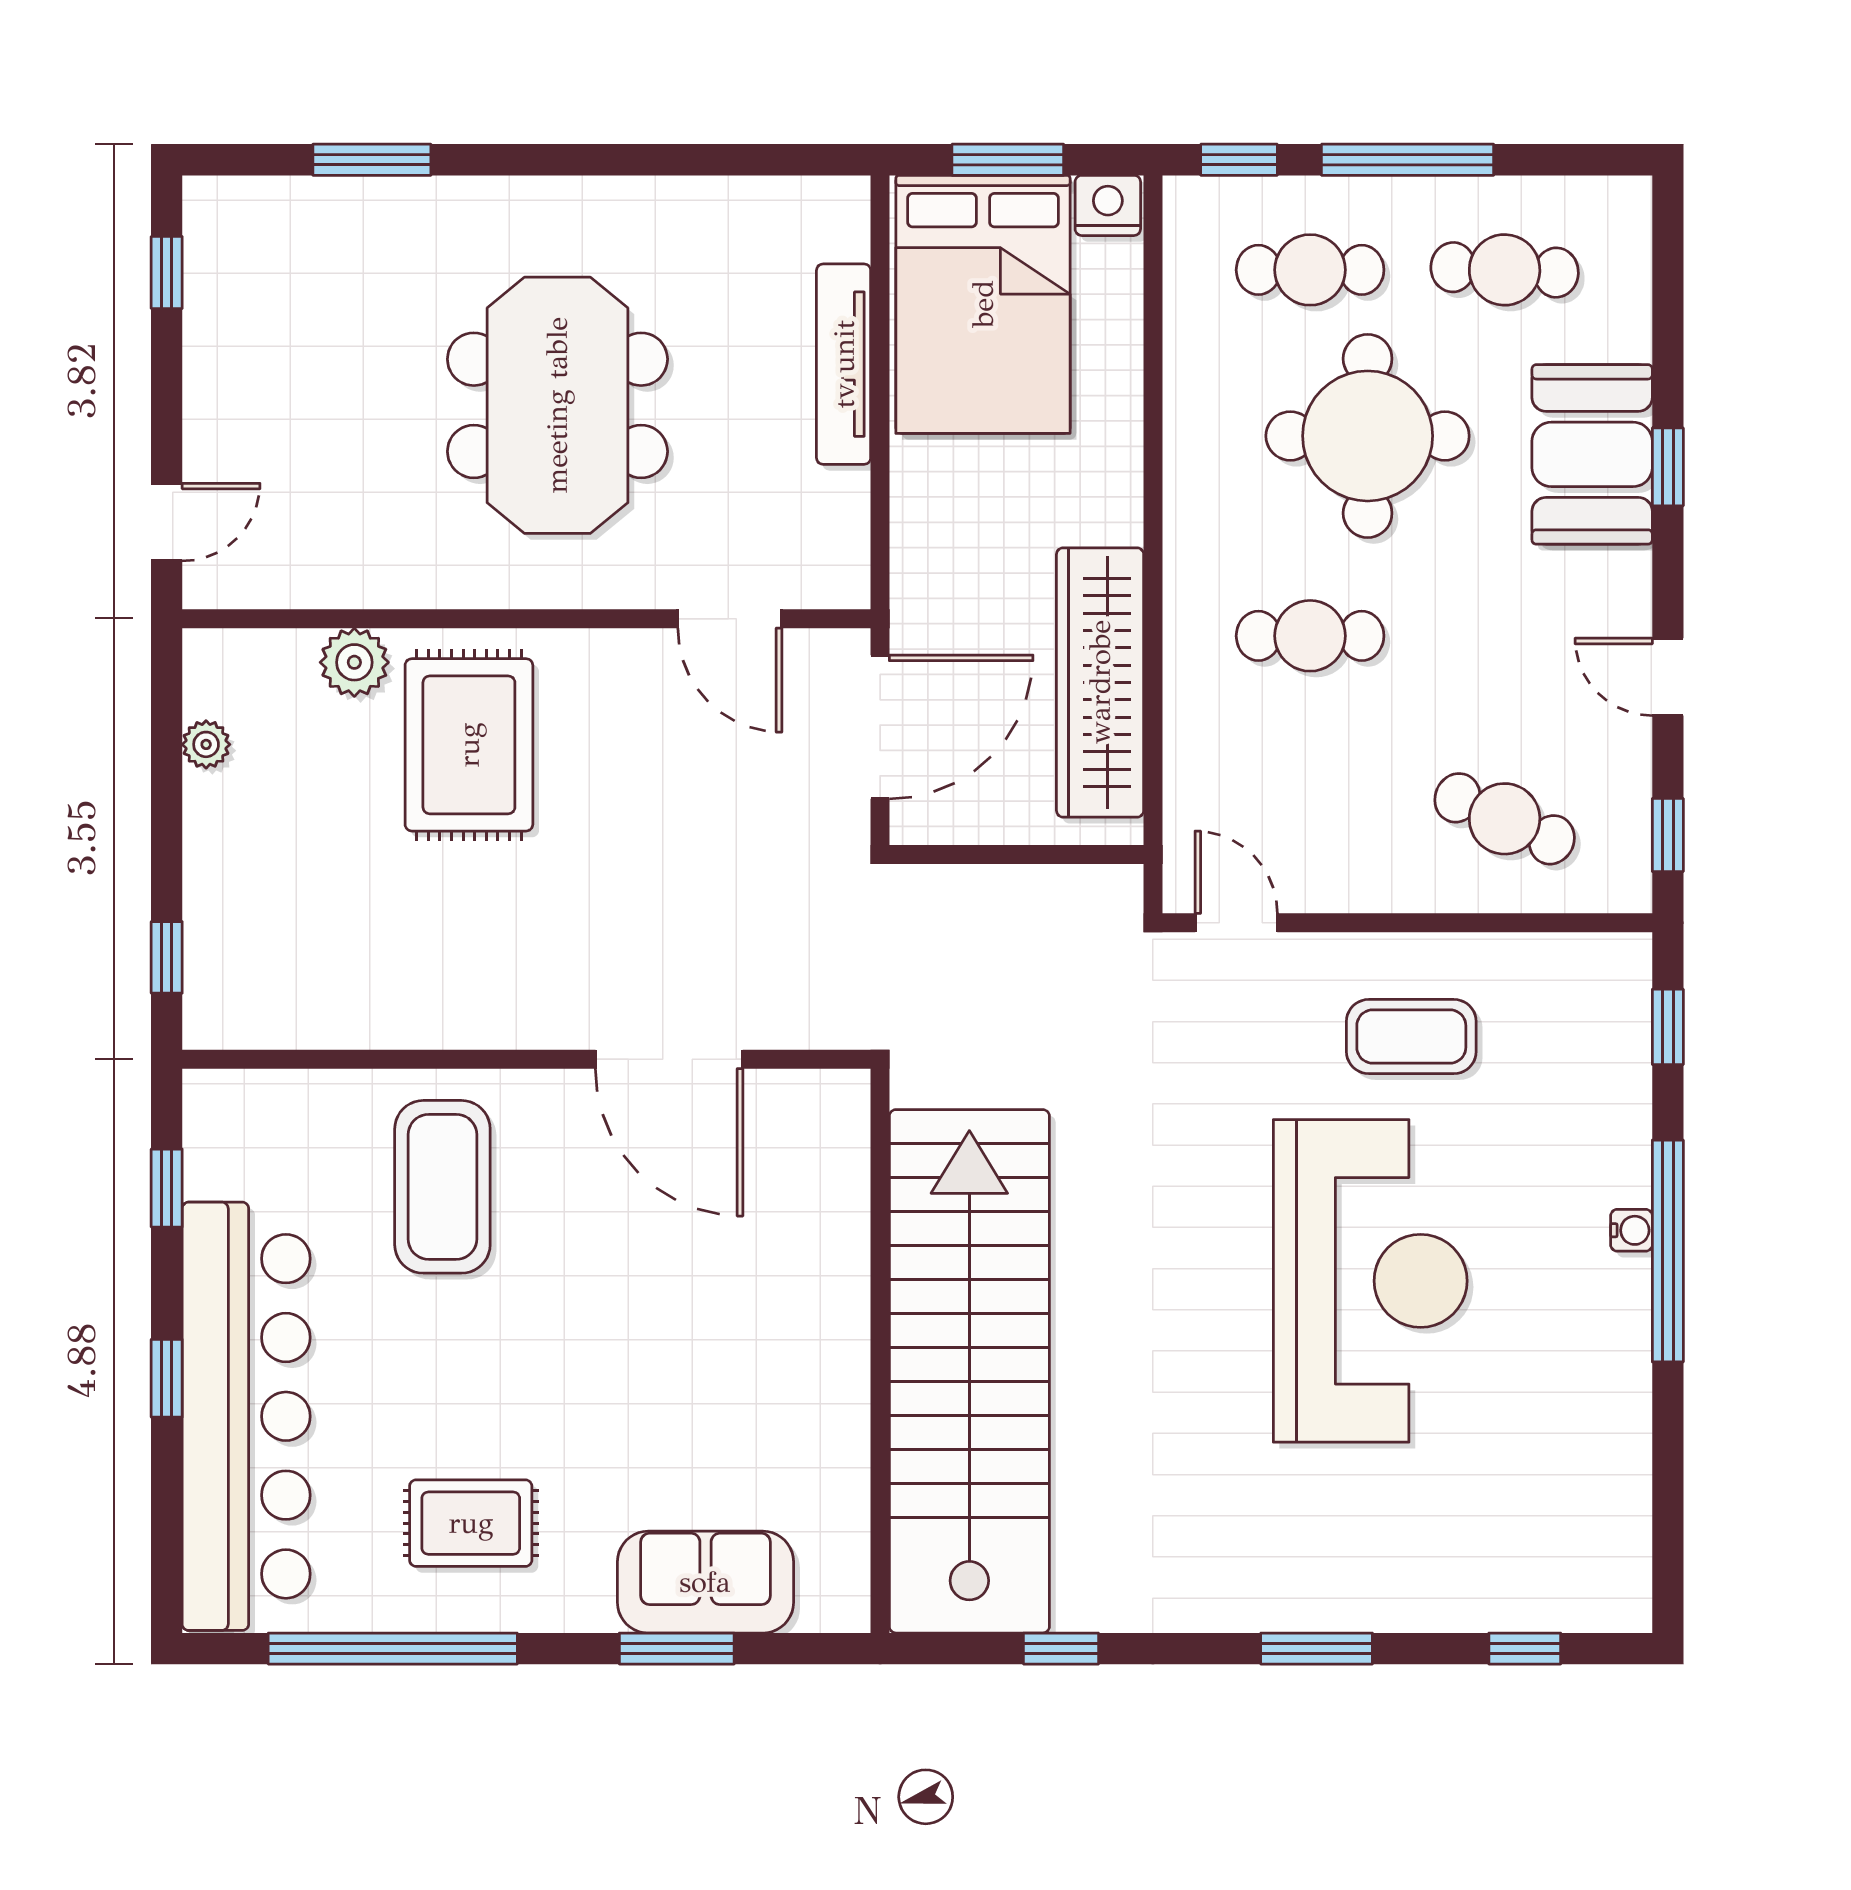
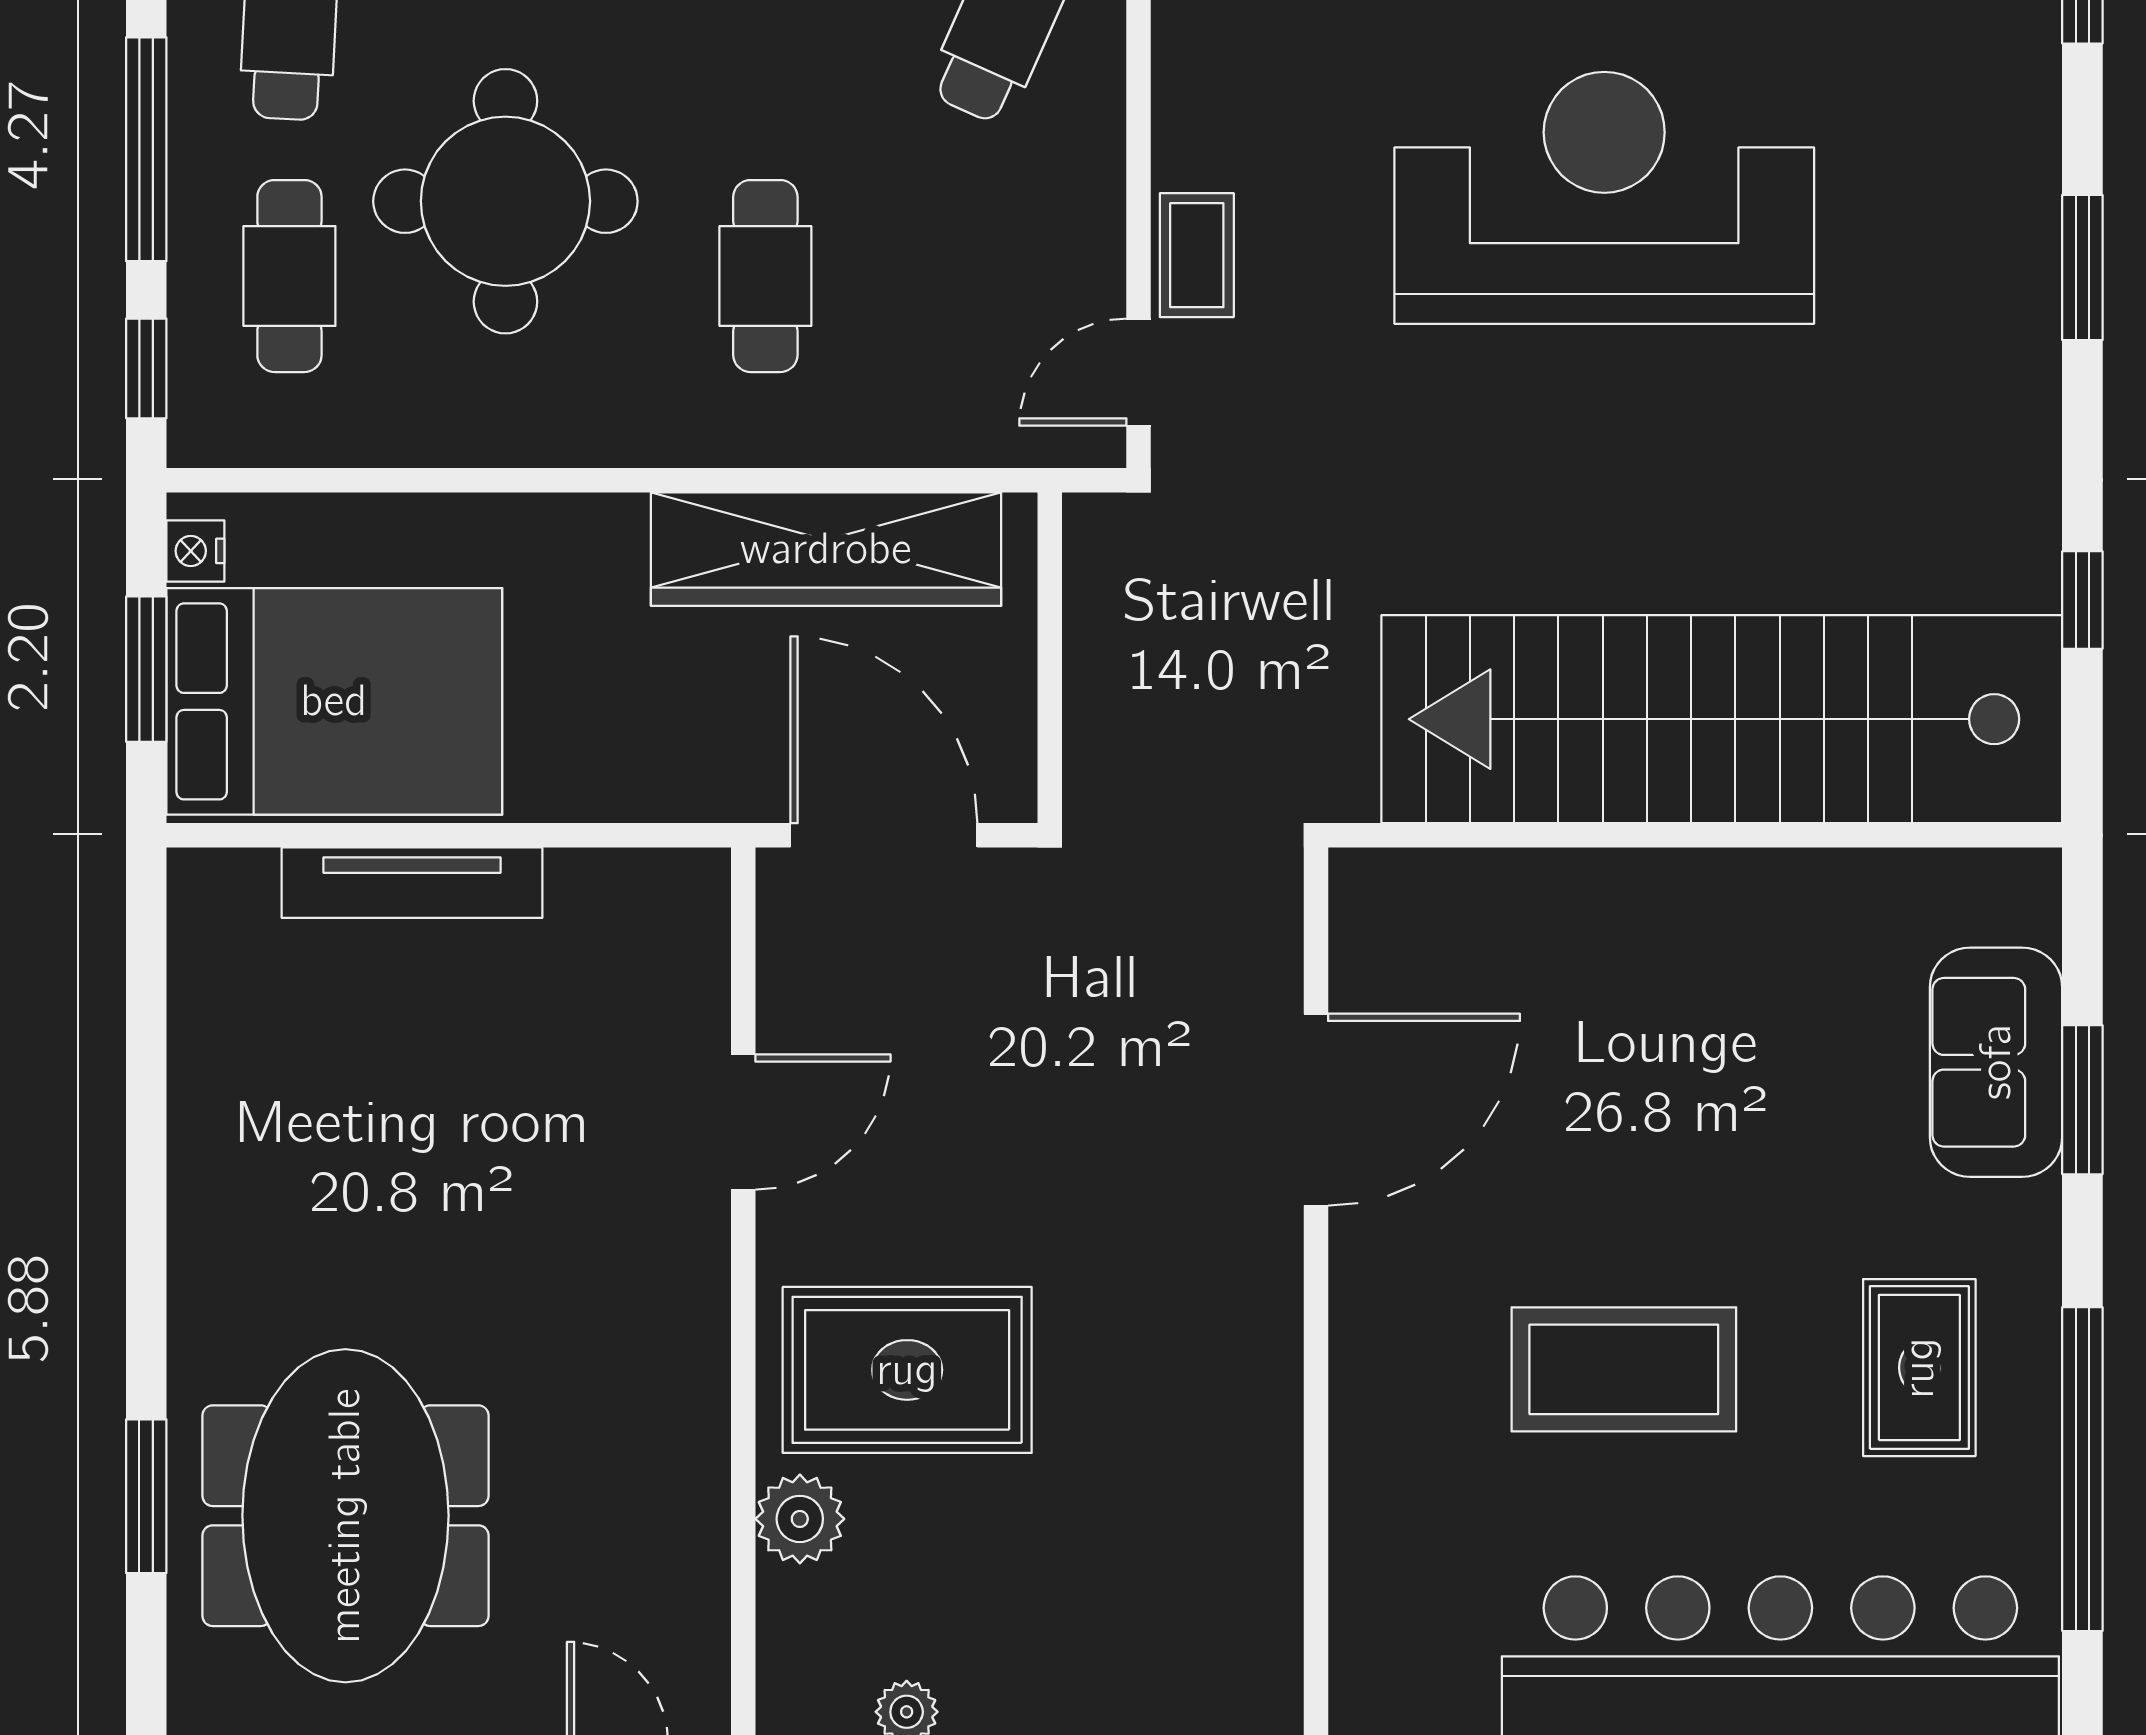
nightstand: (1108, 205) -> (195, 551), width x0.72, depth x0.74
meeting table: (557, 405) -> (345, 1516), moved, turned 90
door: (730, 619) -> (743, 1122), moved
coffee table: (1411, 1037) -> (1197, 255), moved, width x0.73, depth x0.77
coffee table: (442, 1187) -> (1624, 1369), moved

